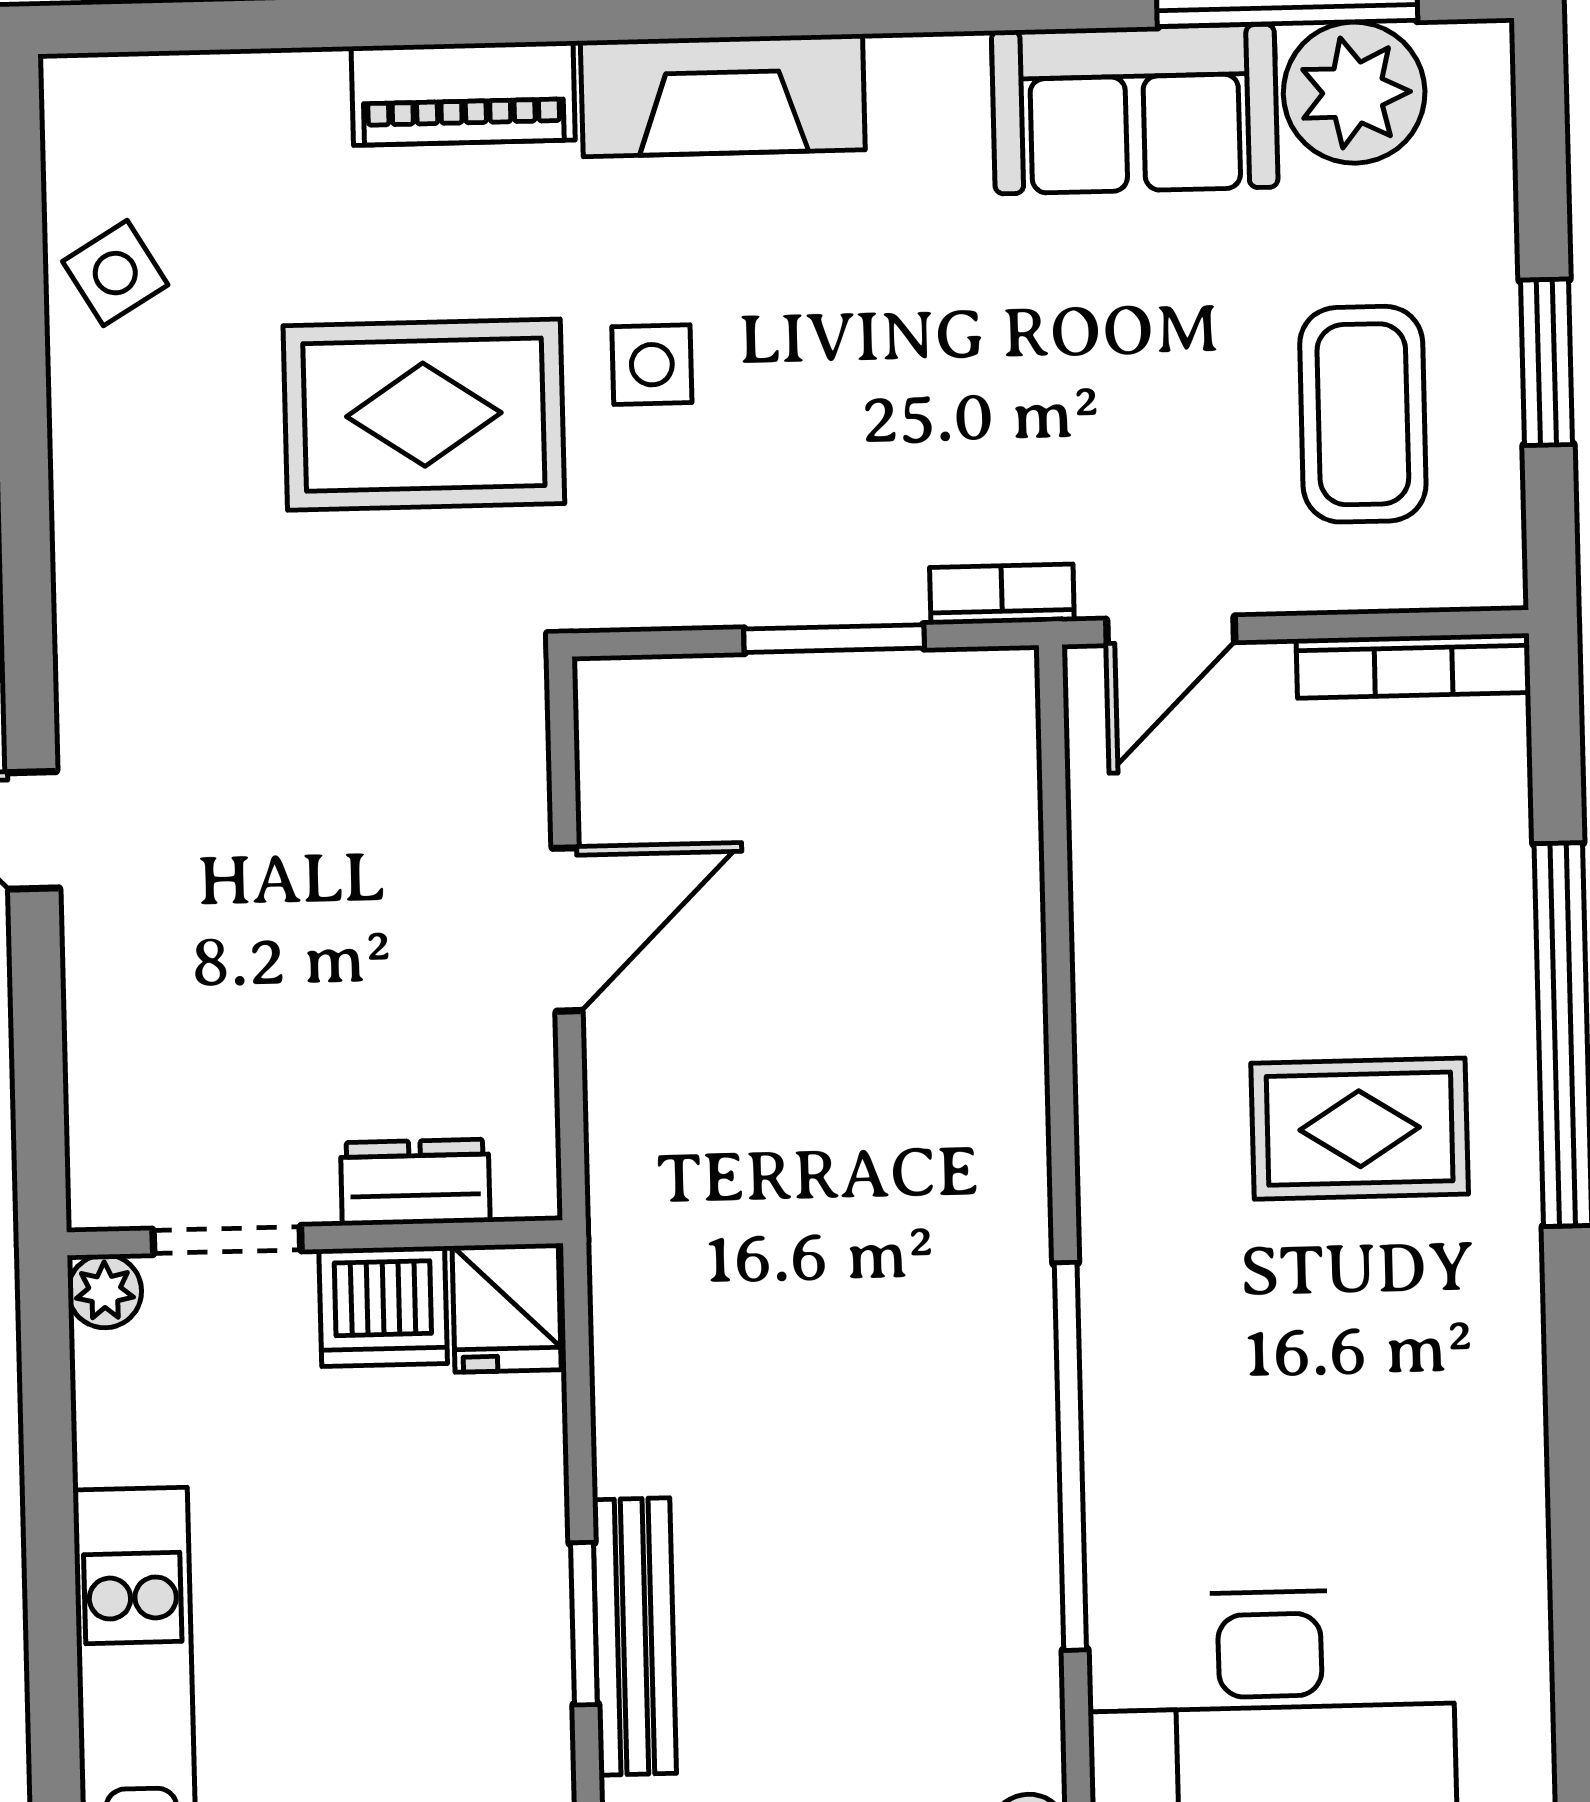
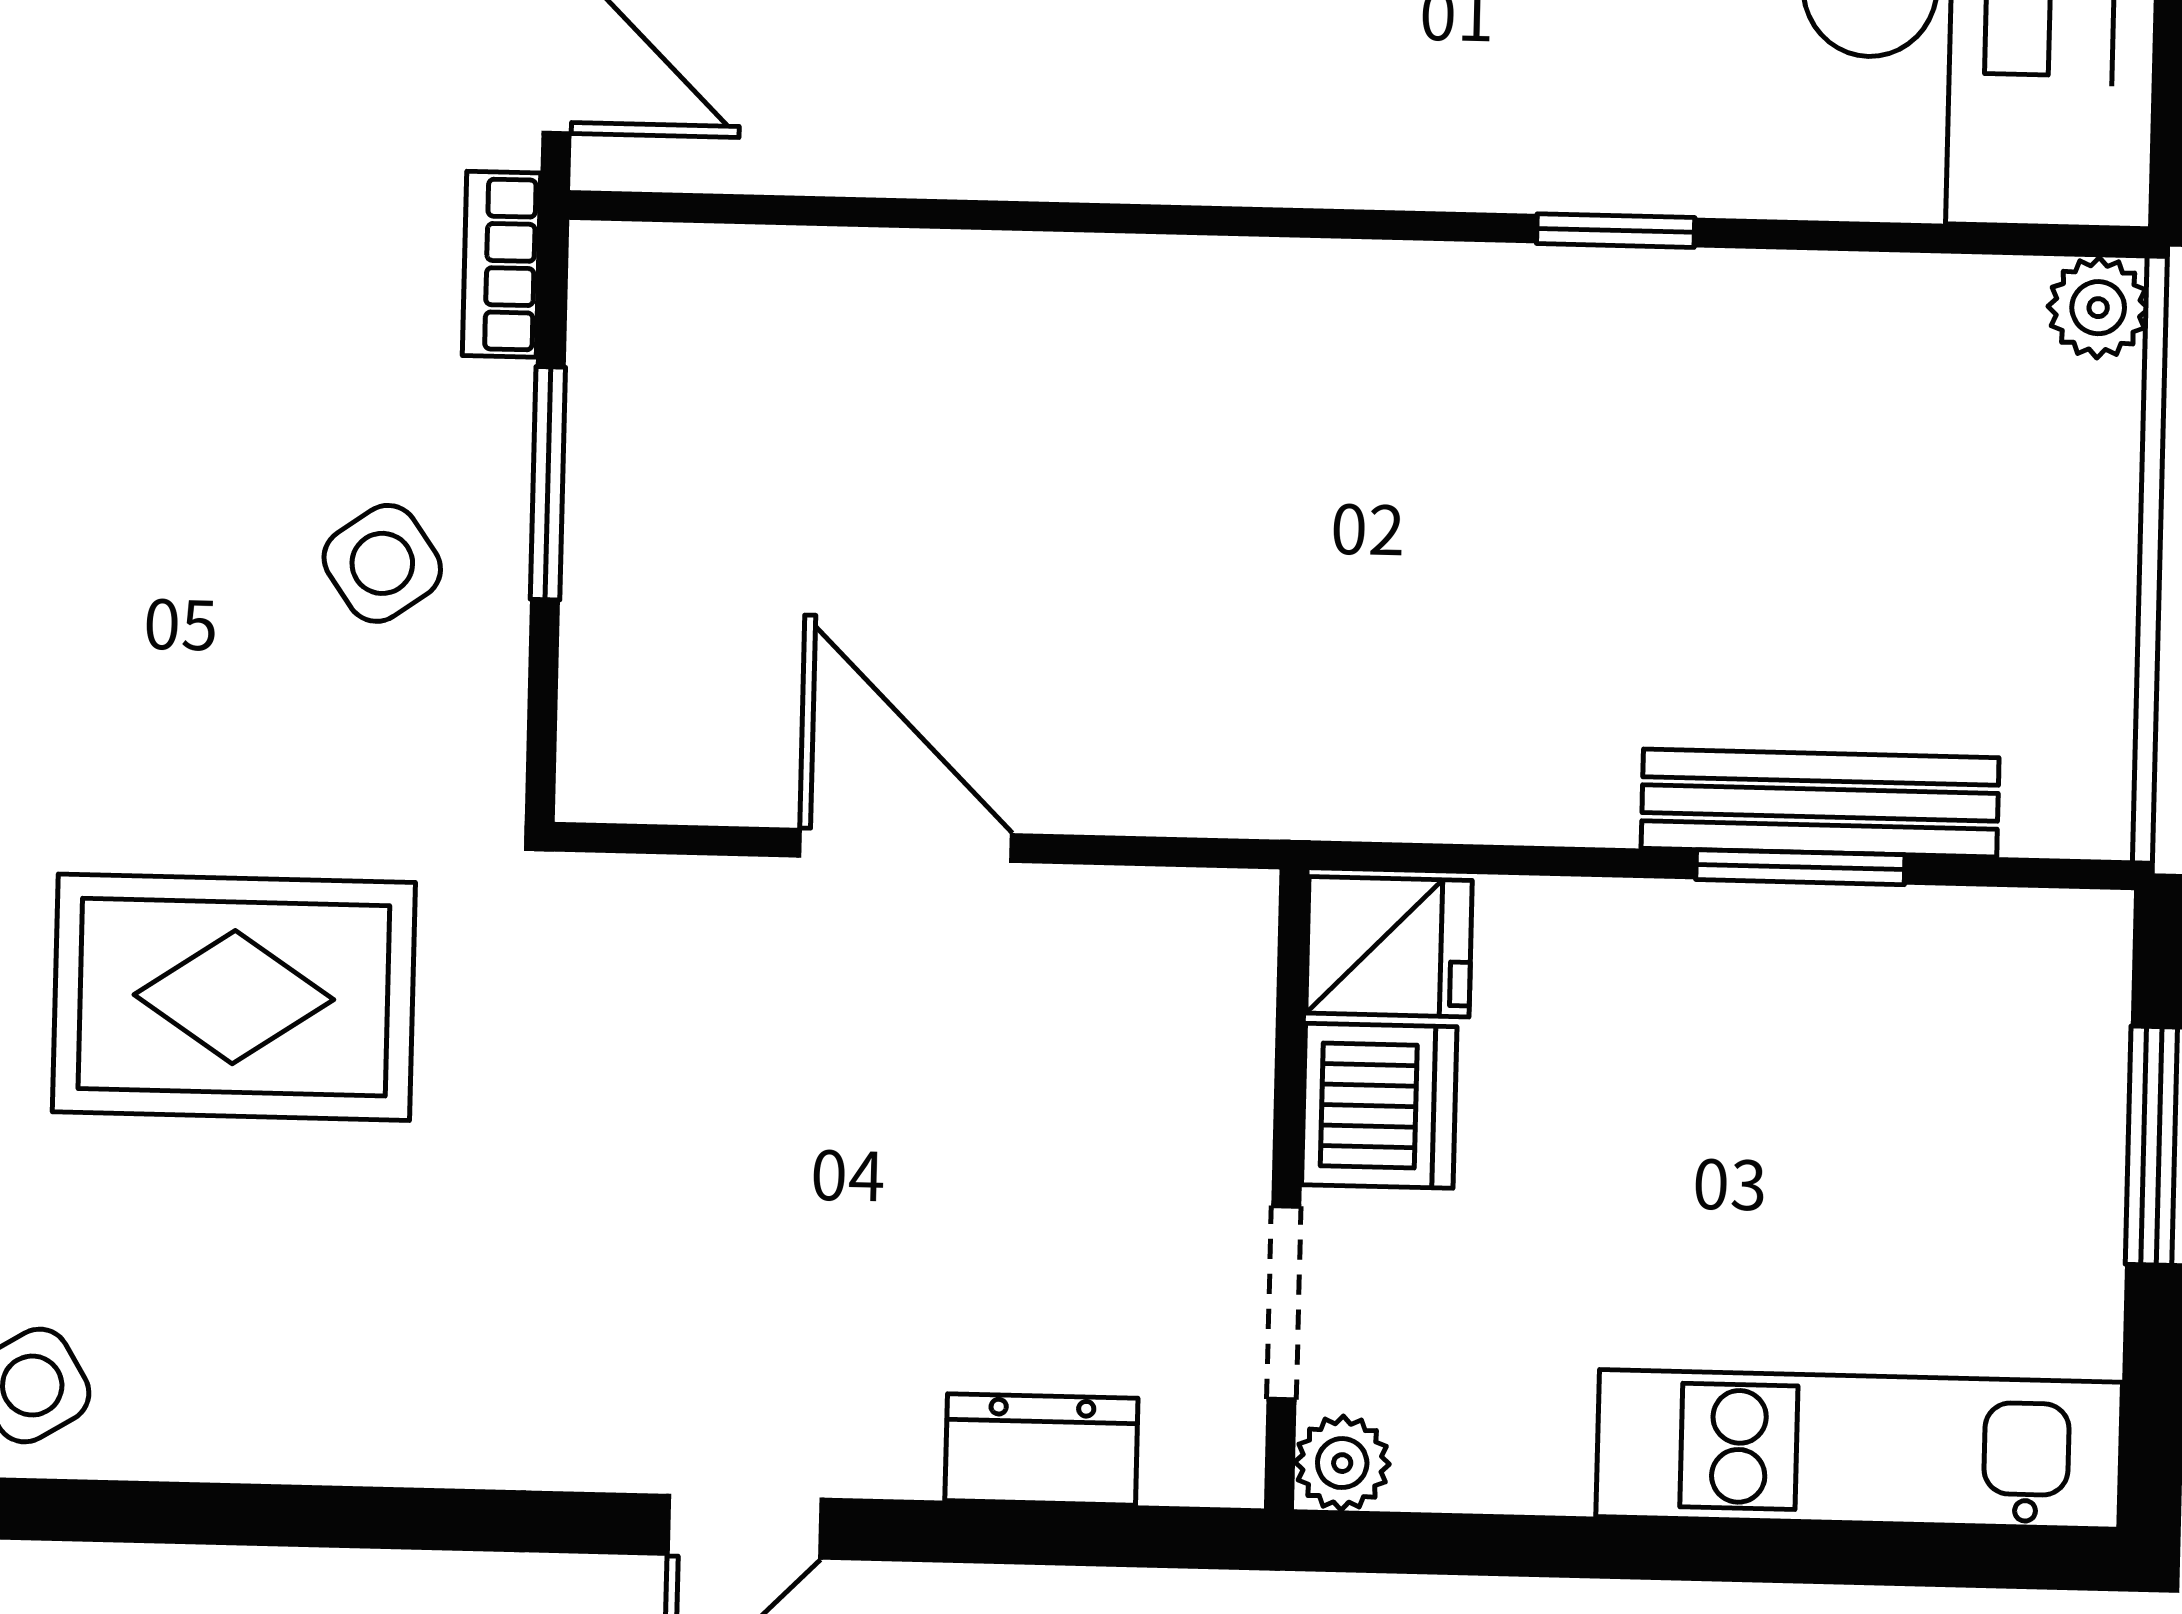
side table: (652, 365) -> (382, 563), moved, turned -35
rug: (424, 415) -> (234, 997), turned 90
dresser: (415, 1182) -> (1041, 1449), moved, turned 90
window: (1070, 1456) -> (1616, 231), width x0.32

